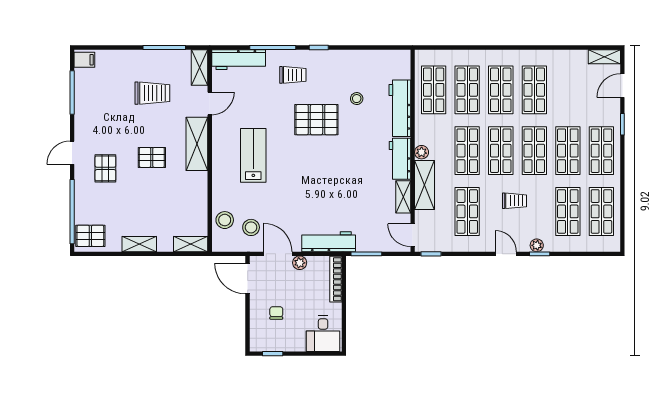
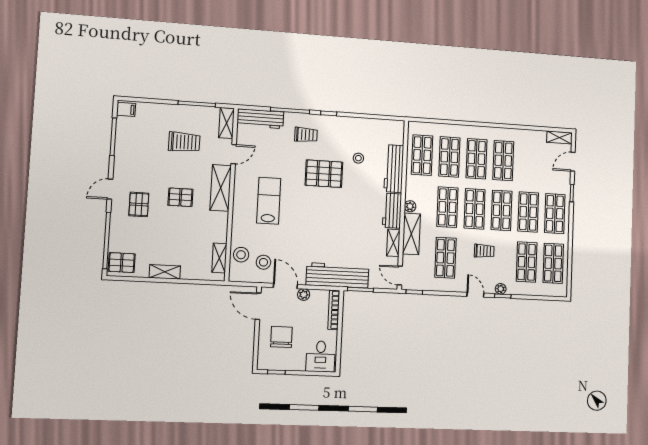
workbench: (329, 242) -> (338, 275), width x1.36, depth x1.32
shelving: (191, 244) -> (219, 258), moved, turned 90
chair: (276, 313) -> (281, 337), width x1.87, depth x1.87

